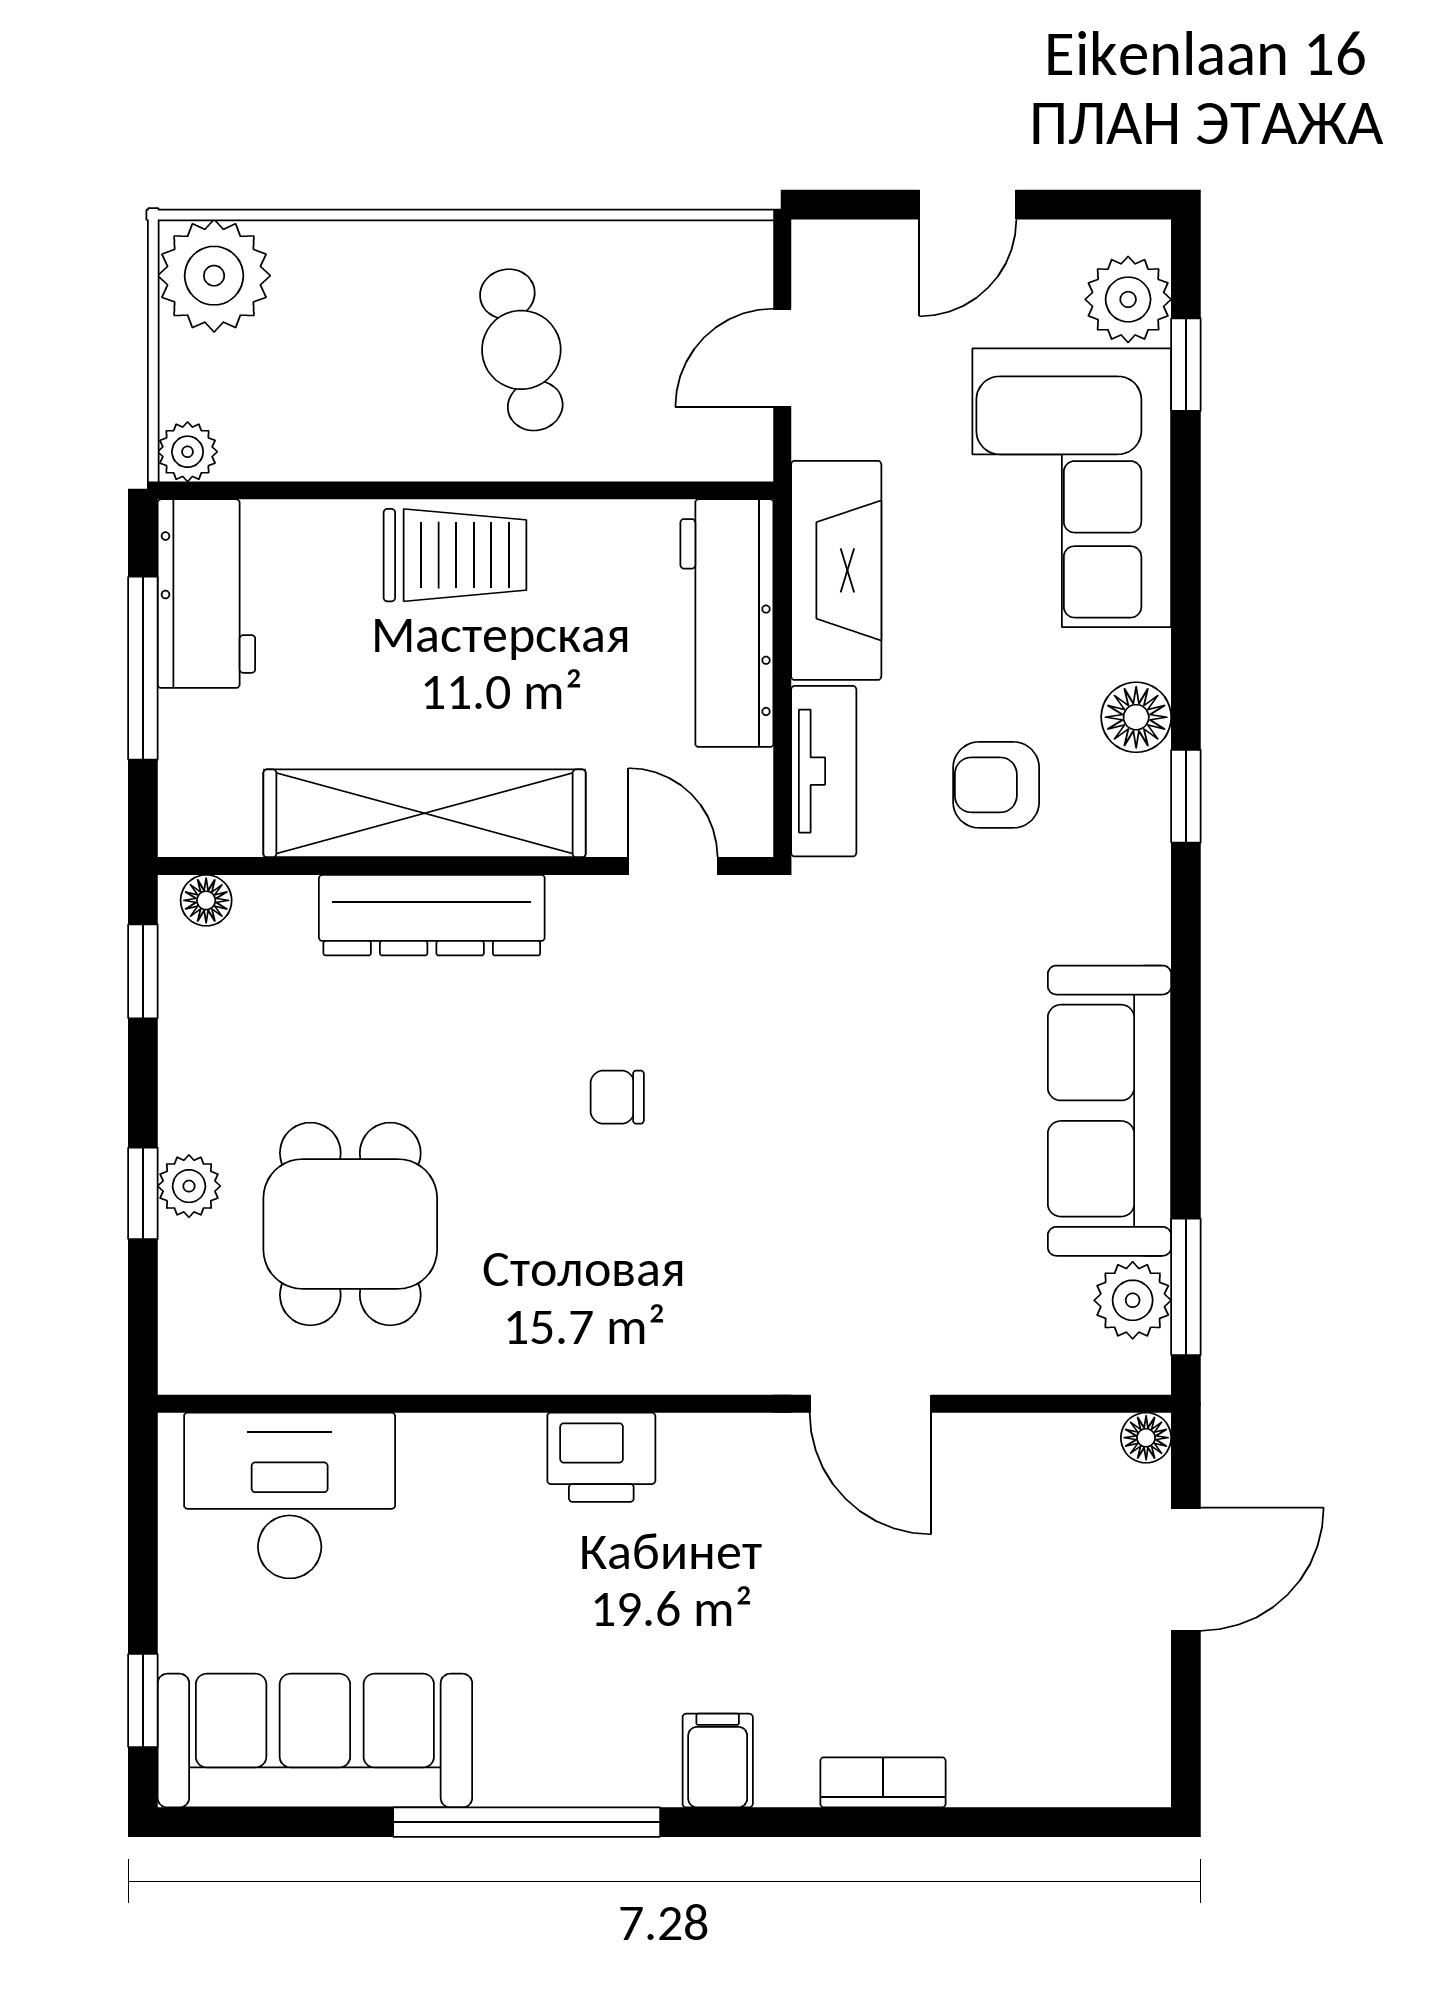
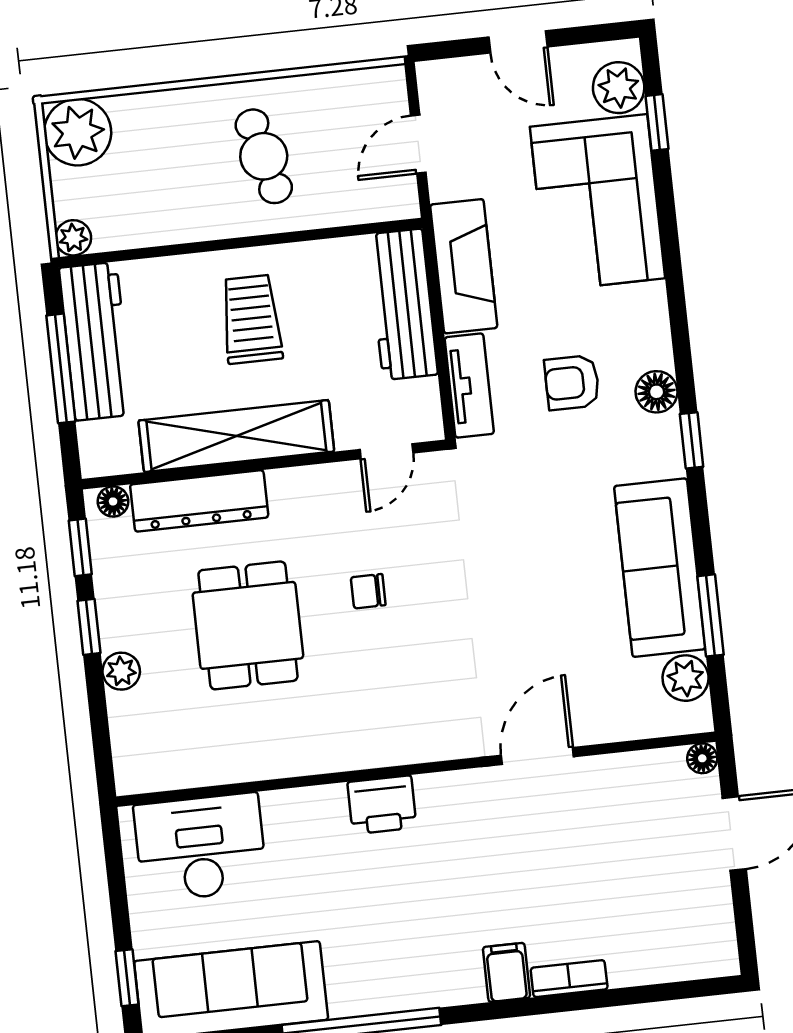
door: (968, 205) -> (518, 42), hinge flipped
trolley: (455, 555) -> (251, 319), moved, turned -90
workbench: (206, 594) -> (96, 341), width x1.38
floor lamp: (1136, 717) -> (657, 392), moved
window: (1186, 796) -> (692, 440), moved
door: (673, 866) -> (386, 451), swing flipped
dresser: (432, 915) -> (199, 501), moved
window: (143, 1193) -> (89, 627), moved
dining table: (350, 1224) -> (248, 625), moved
window: (1186, 1287) -> (711, 615), moved
door: (871, 1404) -> (537, 756), swing flipped
filing cabinet: (718, 1761) -> (507, 972), moved

